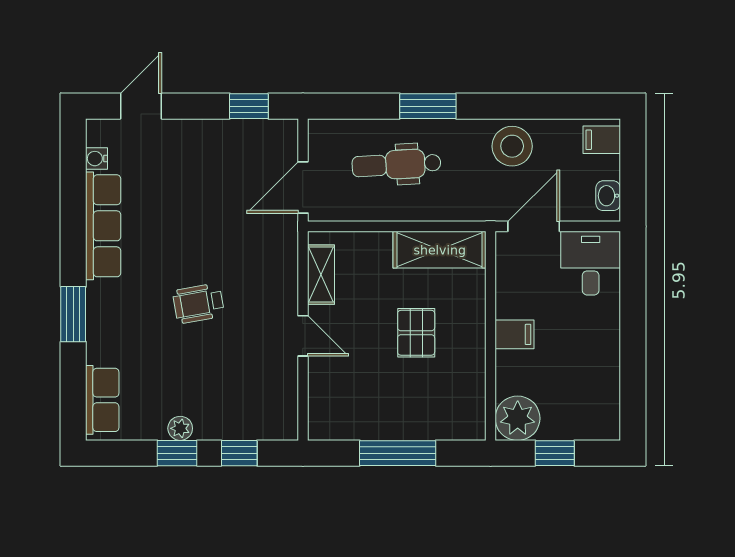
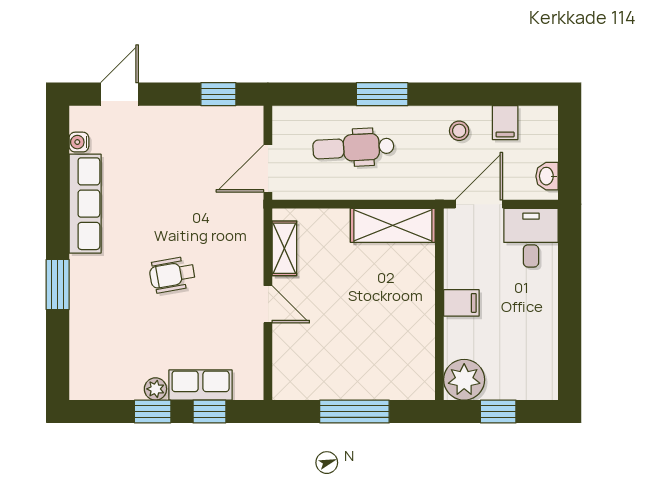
filing cabinet: (602, 140) -> (505, 123), moved, turned -90
stool: (512, 146) -> (459, 131), width x0.53, depth x0.53
pallet: (416, 333) -> (371, 301), removed
row of seats: (102, 400) -> (201, 385), moved, turned -90

